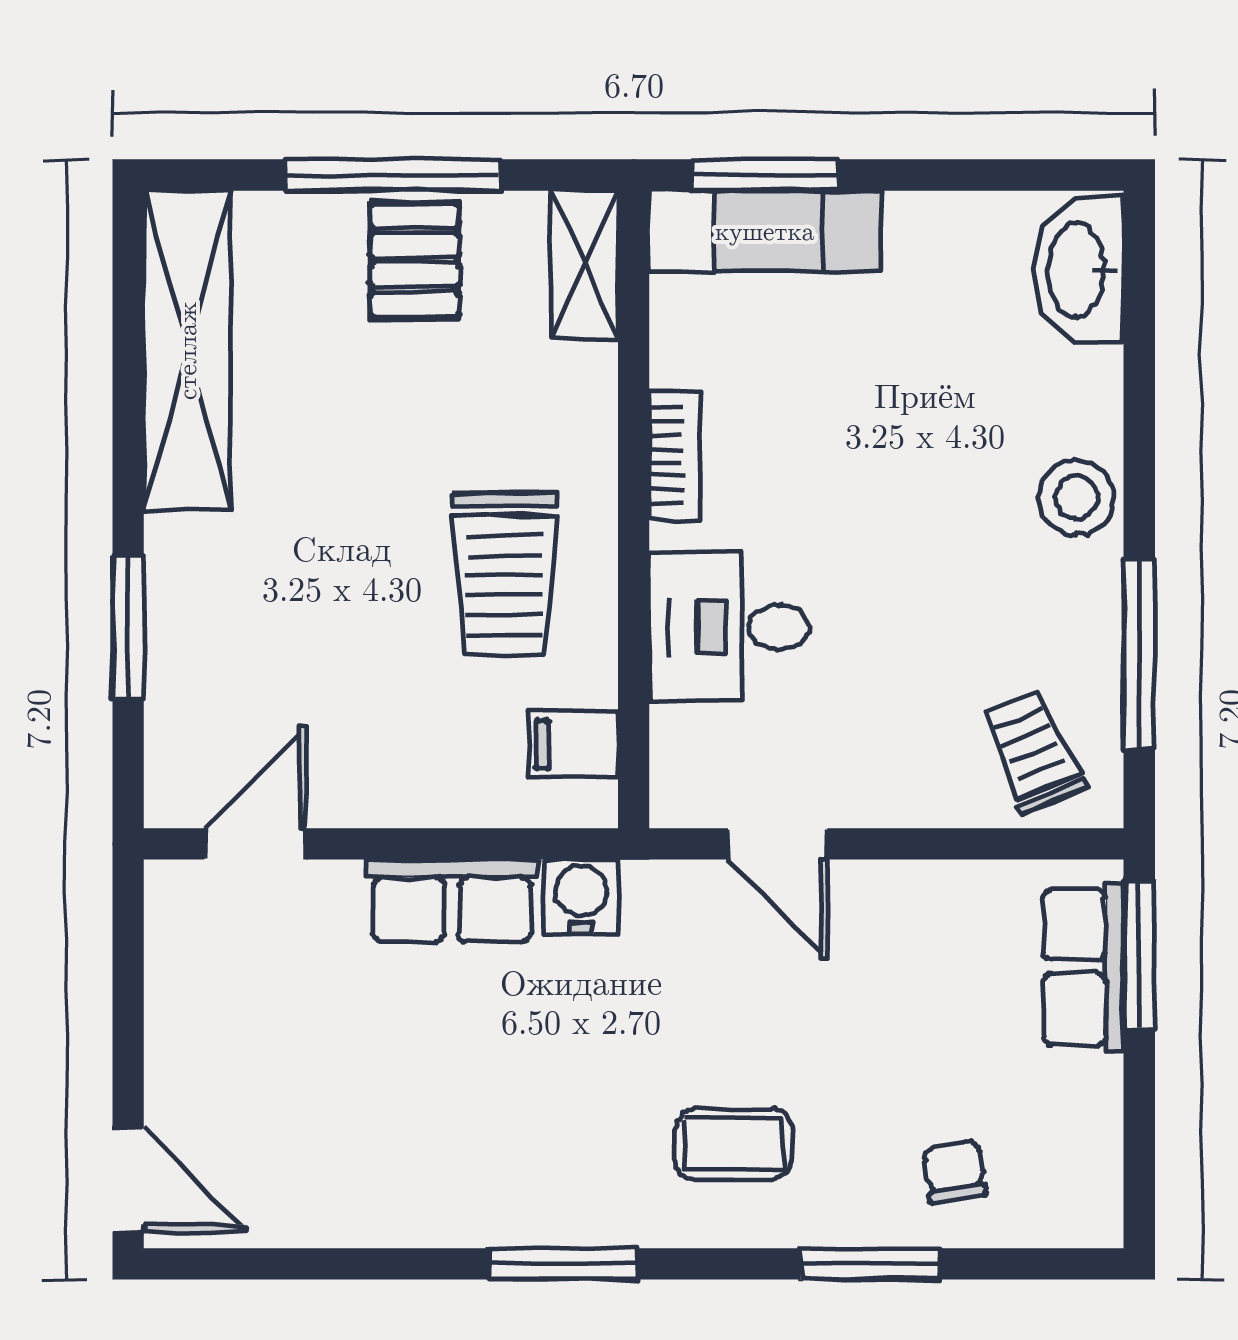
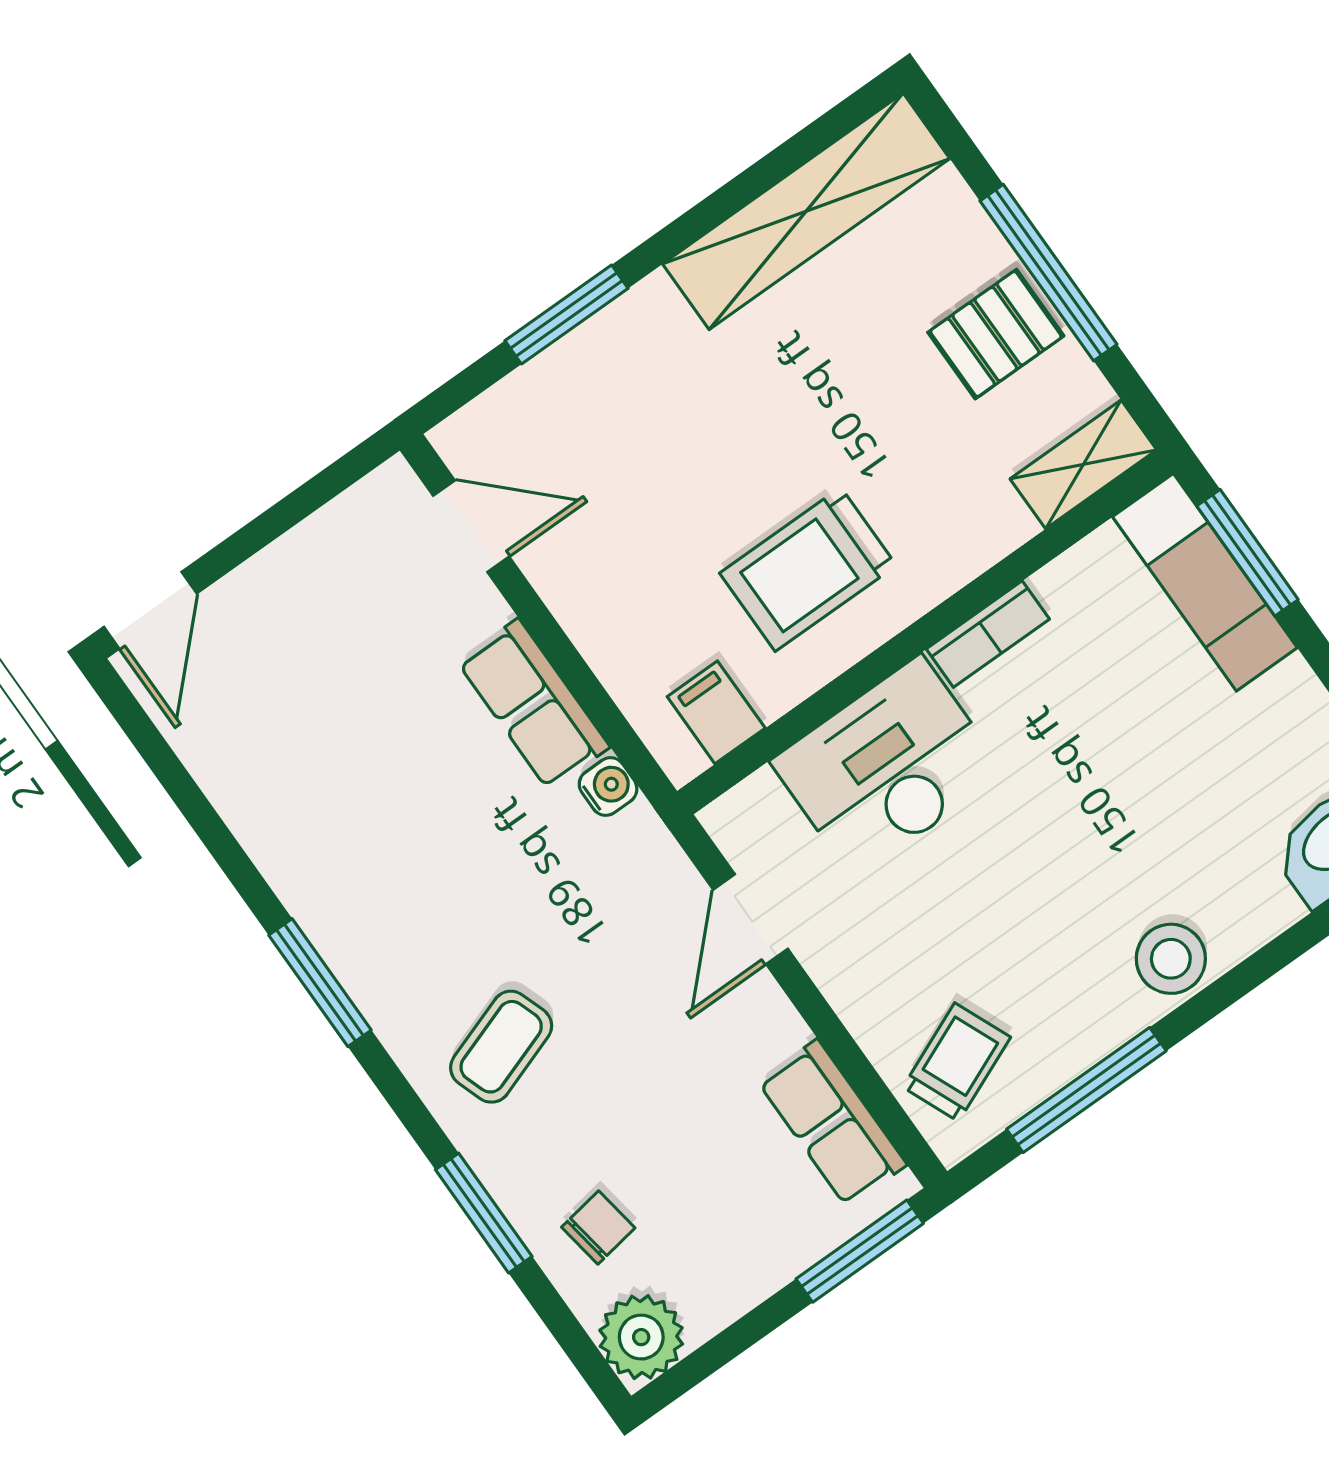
desk: (729, 627) -> (888, 767), width x1.37
water cooler: (581, 897) -> (608, 787), width x0.72, depth x0.72
row of seats: (1083, 967) -> (832, 1123), moved, turned -90
coffee table: (734, 1144) -> (501, 1047), turned 71
plant: (1078, 1203) -> (641, 1337), added

